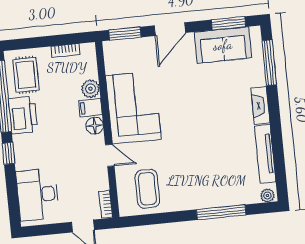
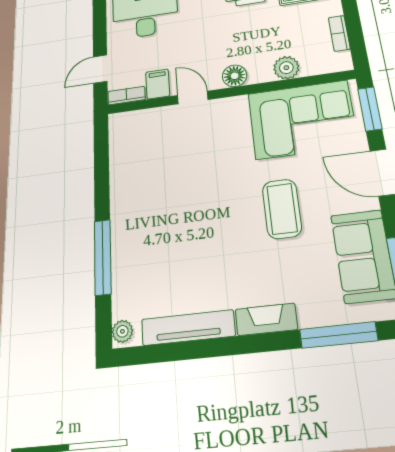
filing cabinet: (90, 108) -> (158, 84), moved
corner sofa: (133, 108) -> (302, 119), moved
door: (110, 155) -> (193, 97), swing flipped
coffee table: (147, 189) -> (282, 209), moved, turned 90

